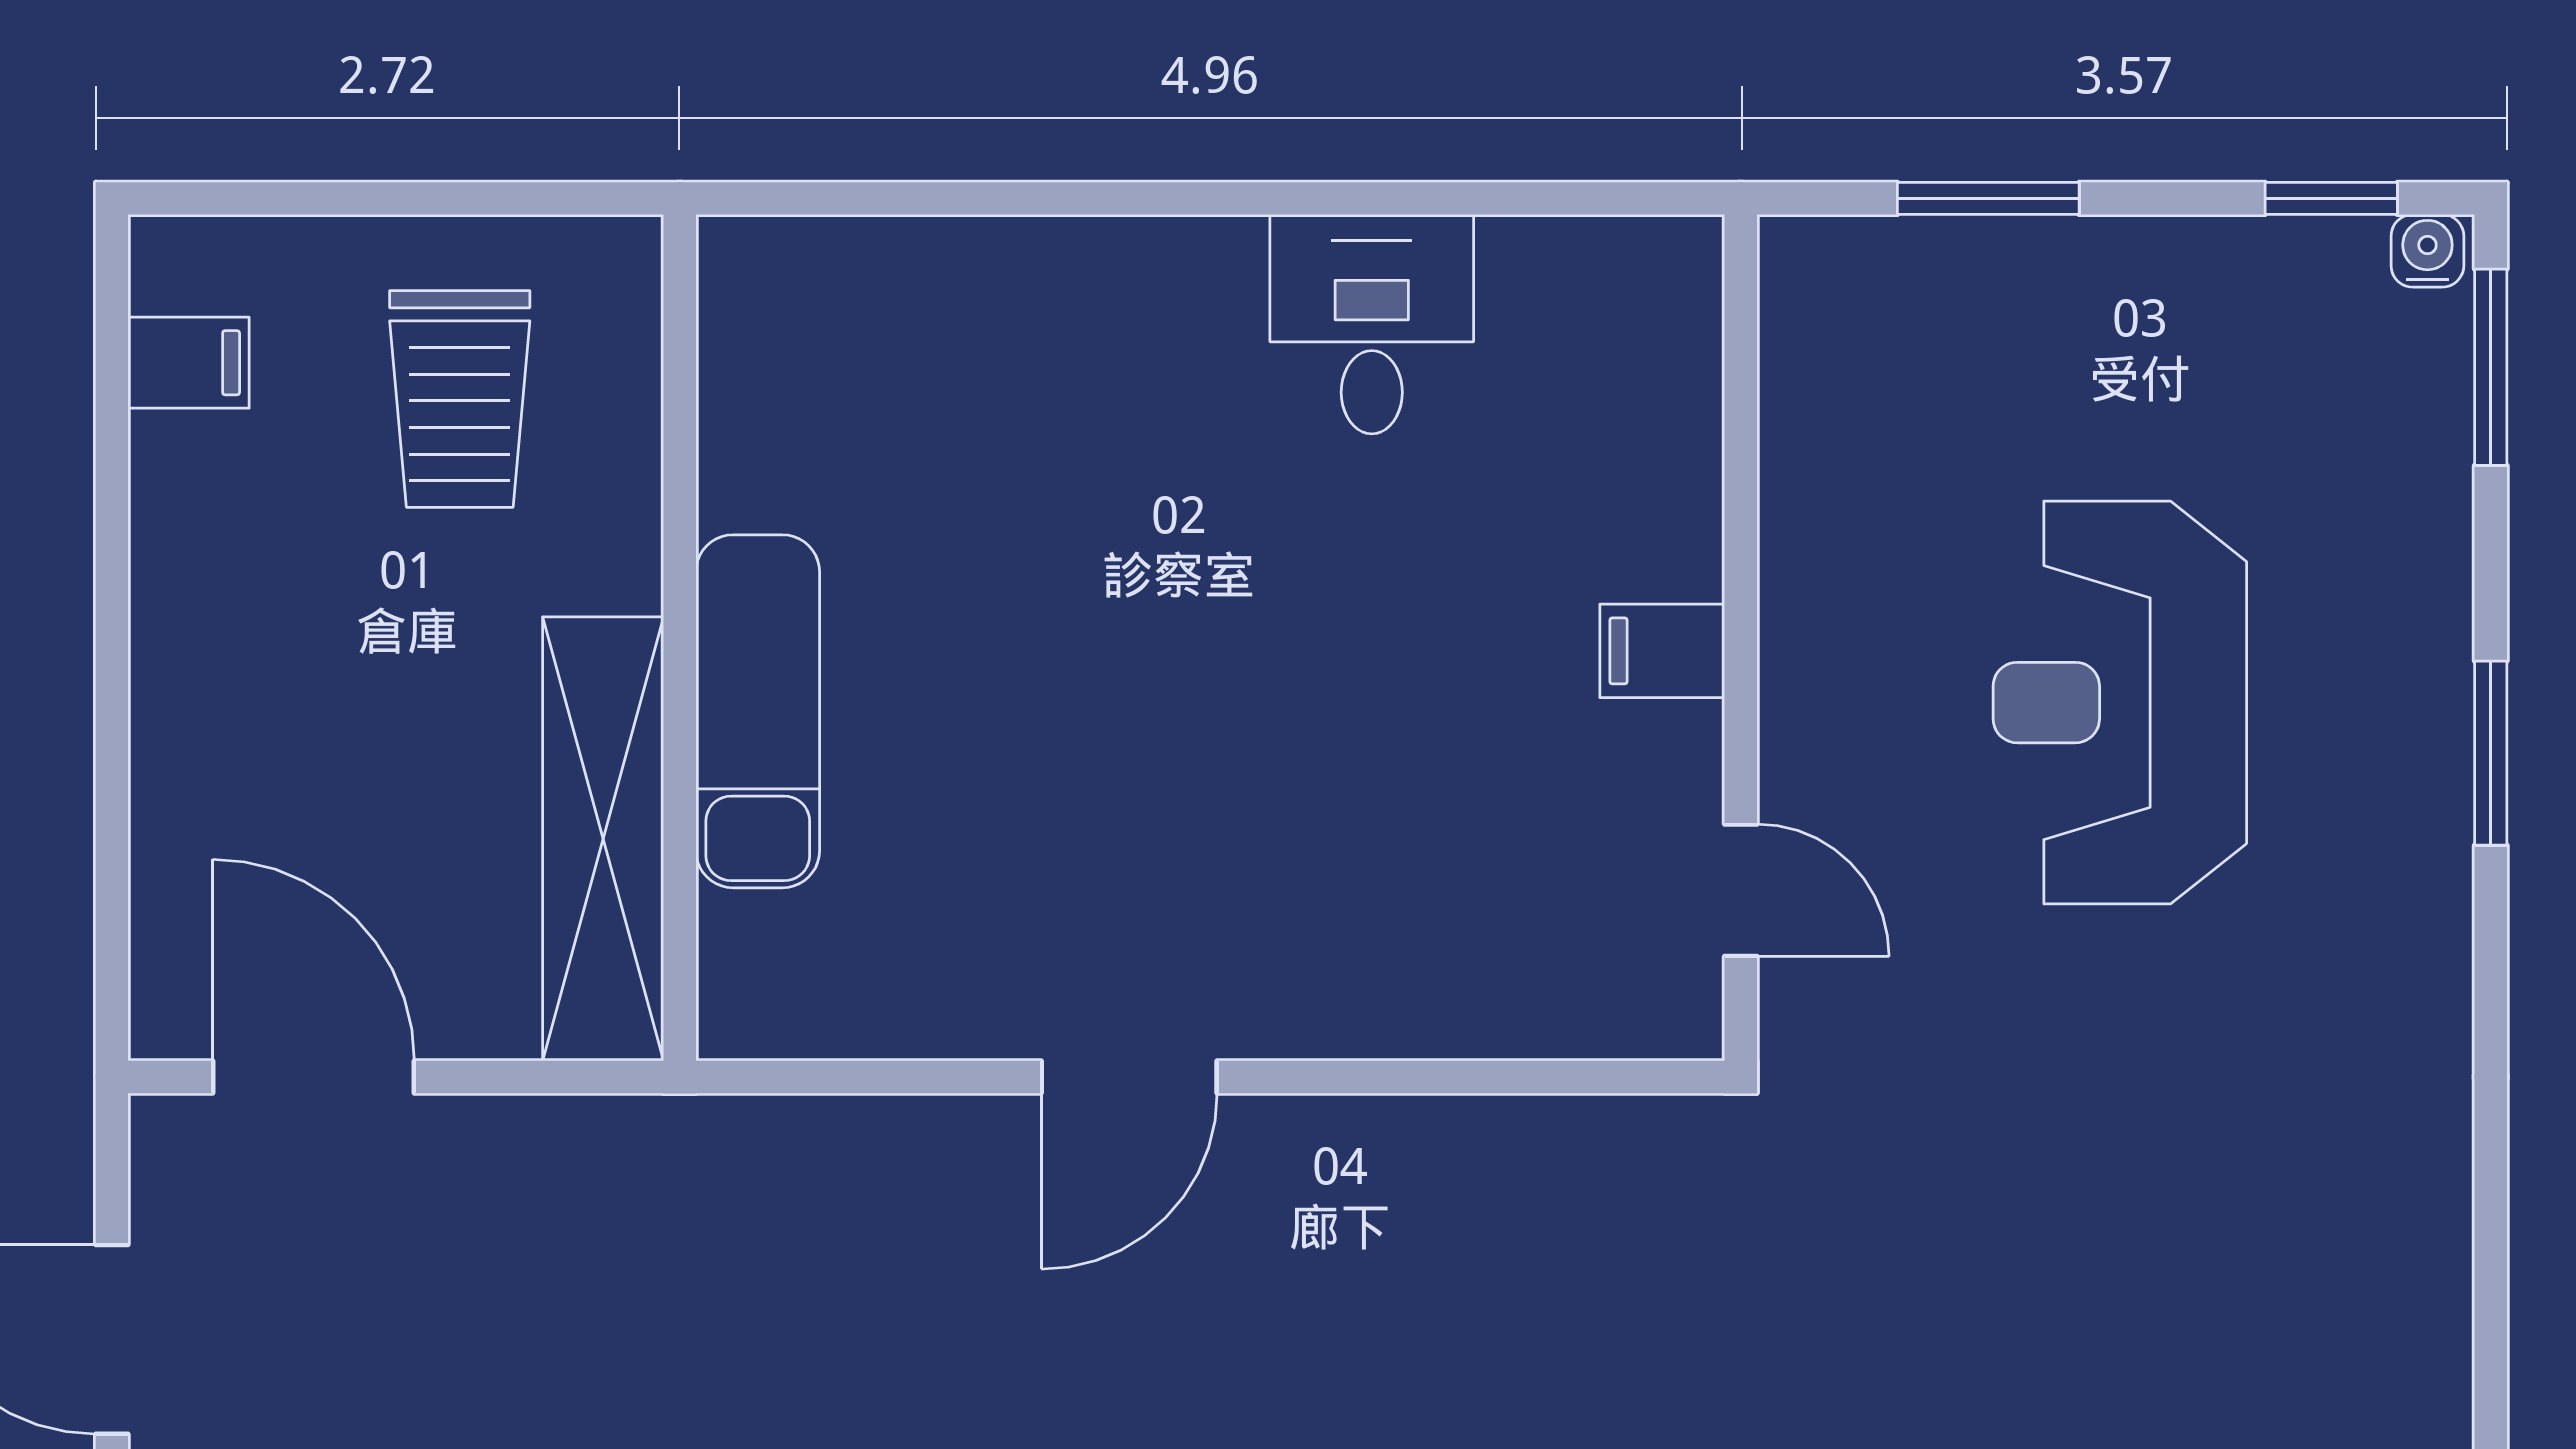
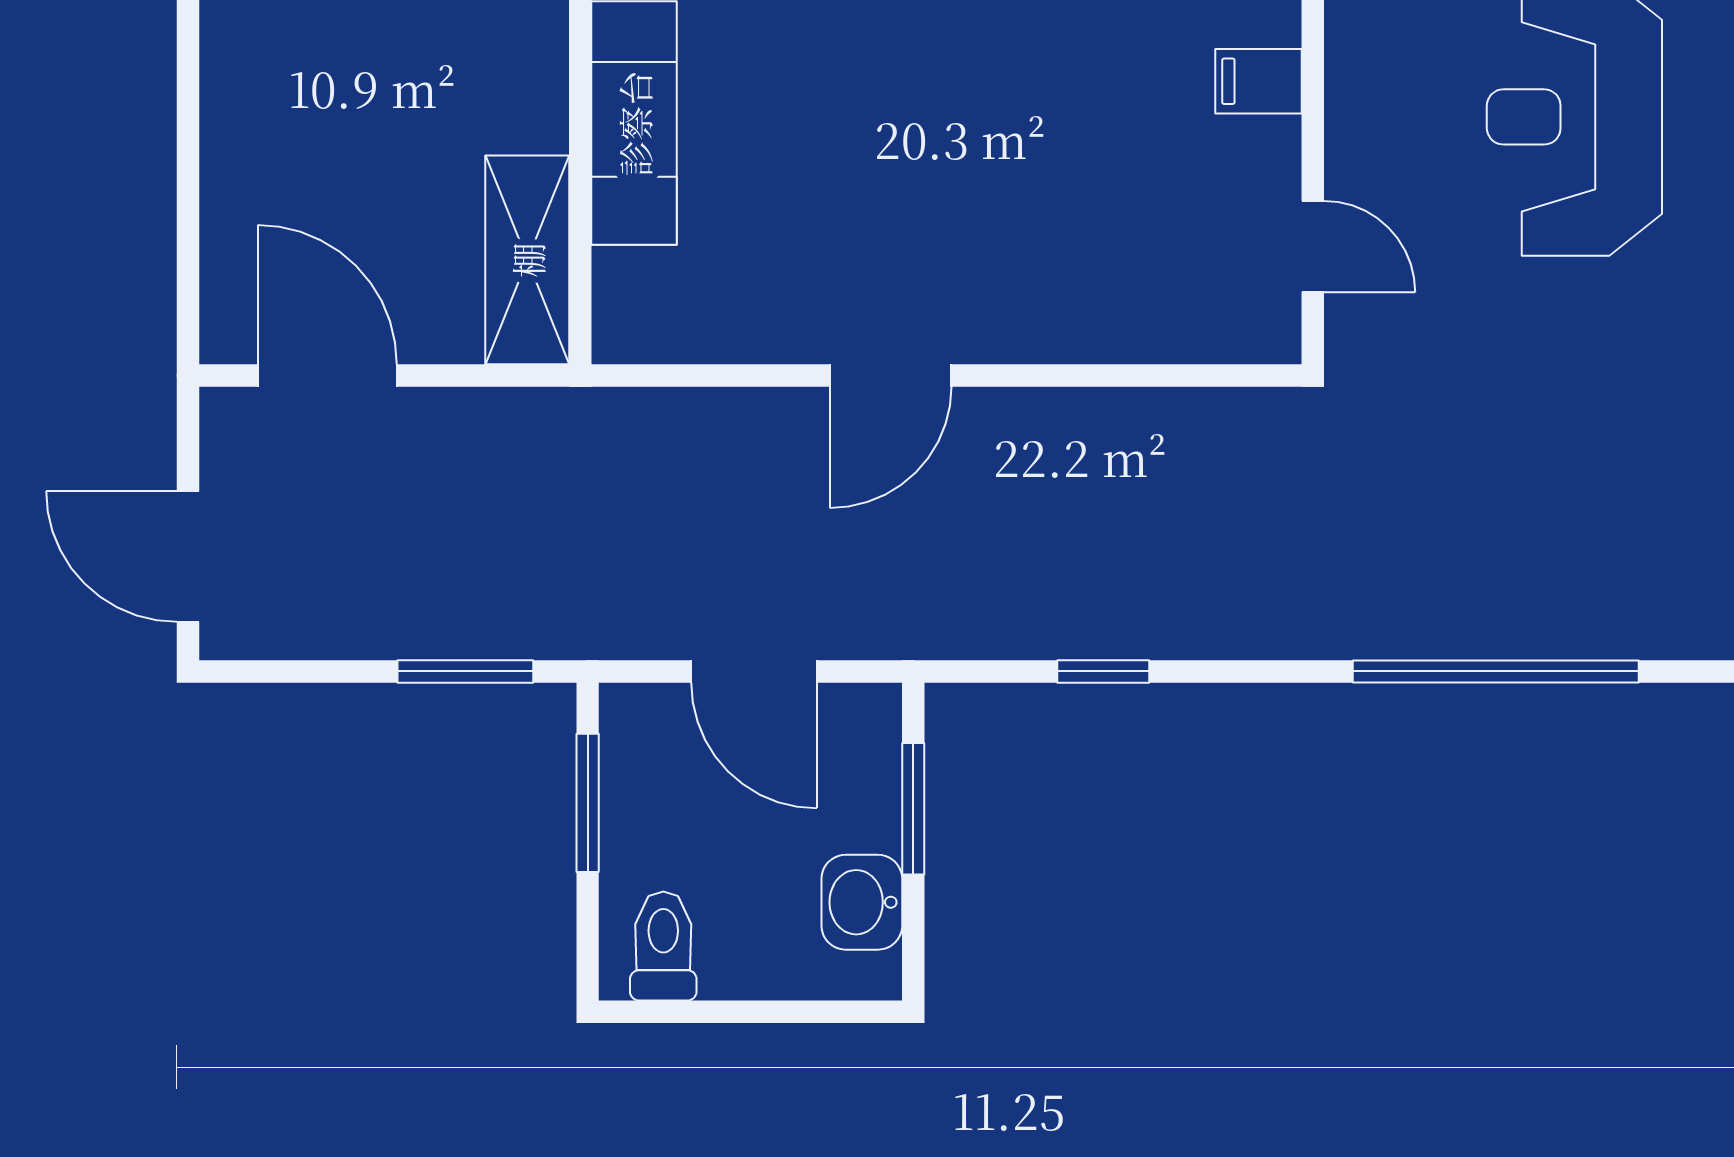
shelving: (603, 839) -> (527, 260), width x0.68

